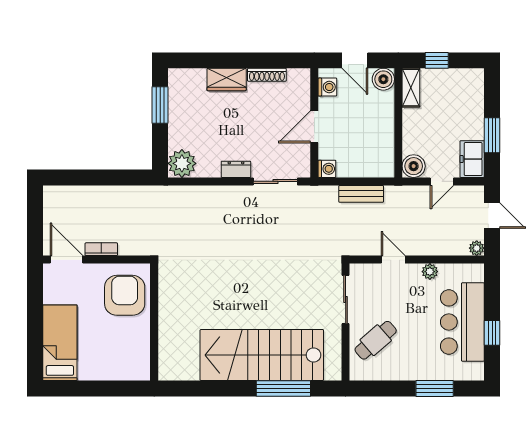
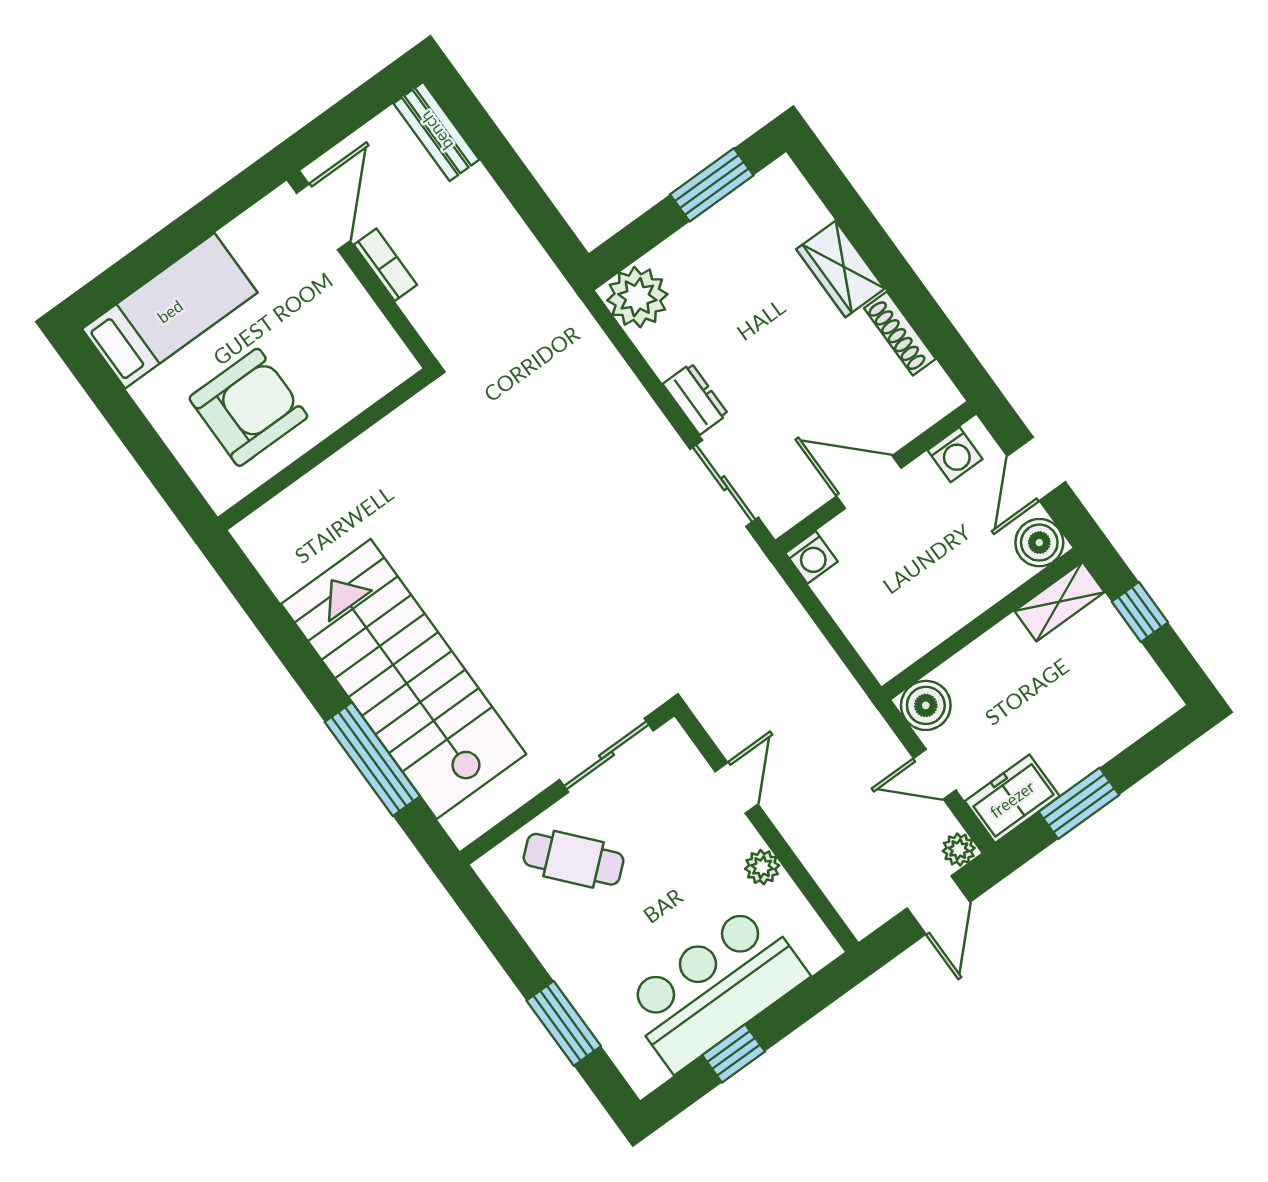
bench: (361, 194) -> (436, 131), moved
plant: (477, 248) -> (959, 849), moved
armchair: (125, 295) -> (248, 407), moved

